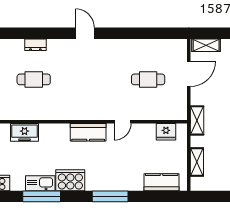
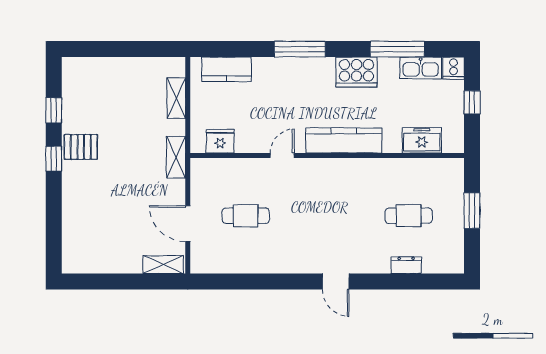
door: (189, 74) -> (188, 224), hinge flipped
kitchen counter: (88, 132) -> (344, 140), width x1.50
kitchen sink: (40, 183) -> (421, 68), moved

